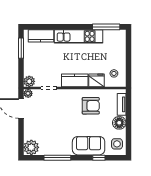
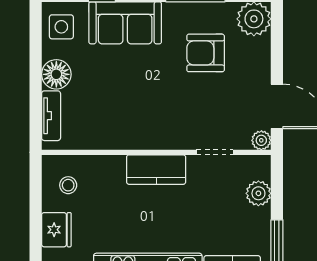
fridge: (96, 80) -> (56, 230), moved, turned -90
plant: (29, 81) -> (258, 193), moved
armchair: (91, 106) -> (206, 53), moved

